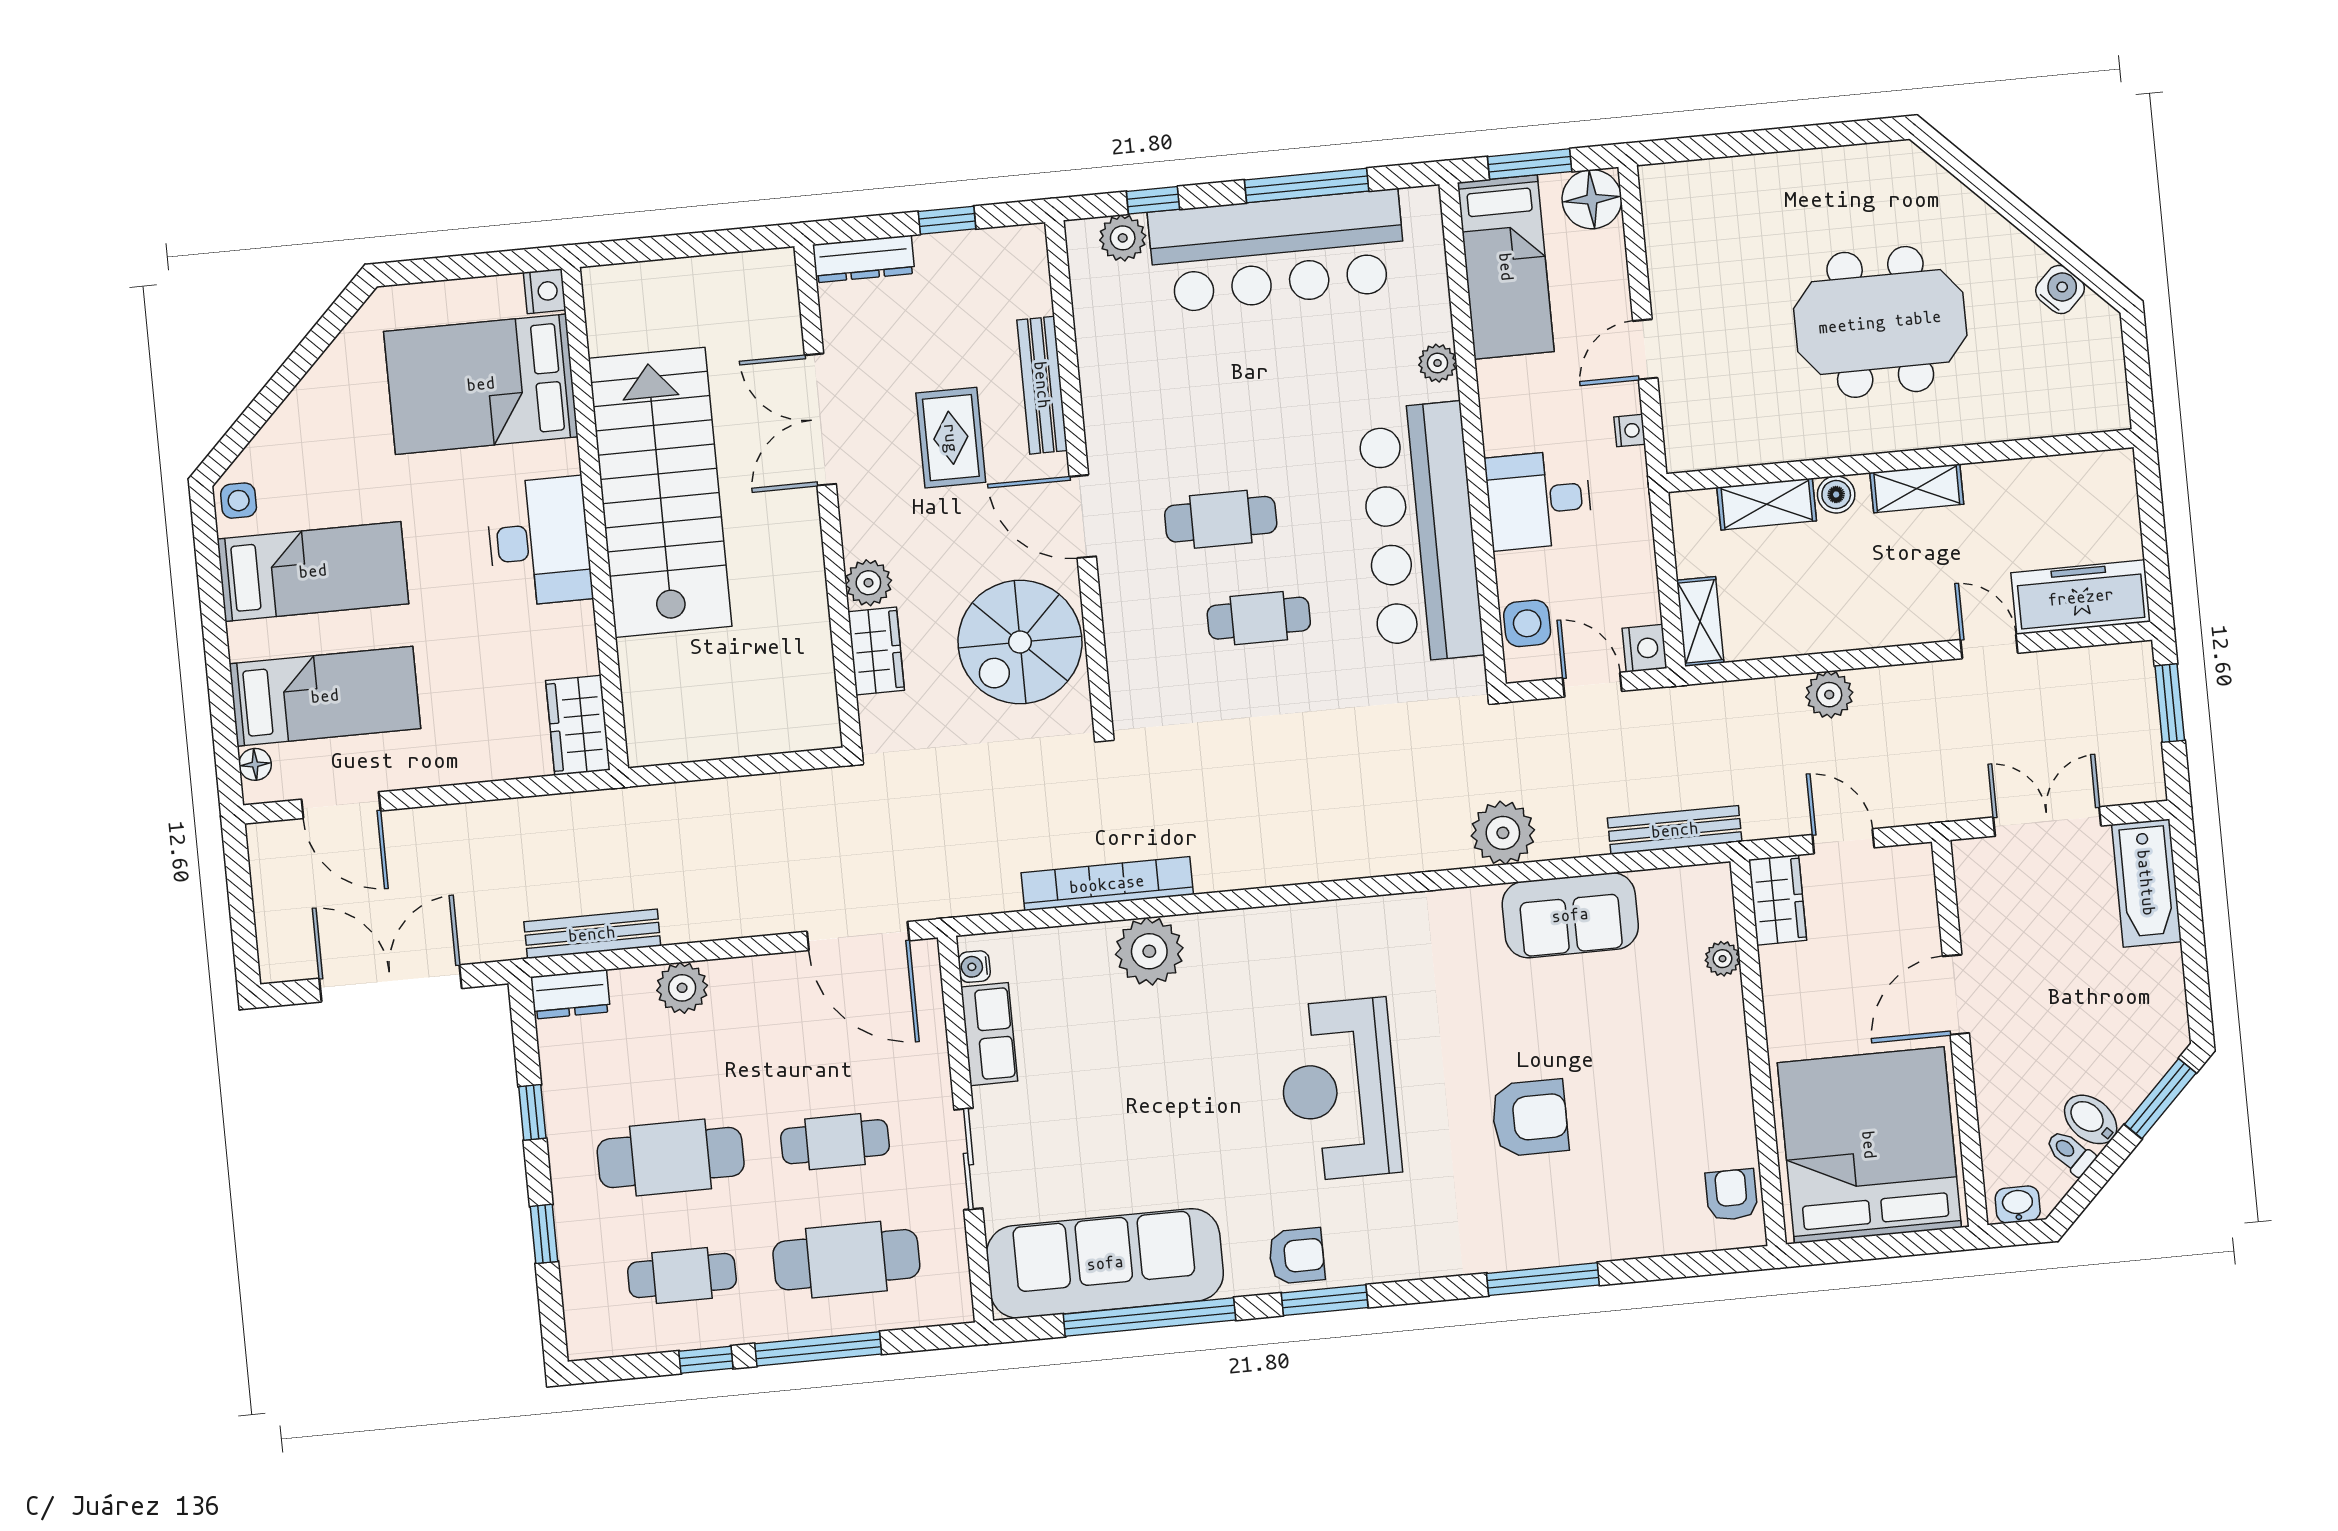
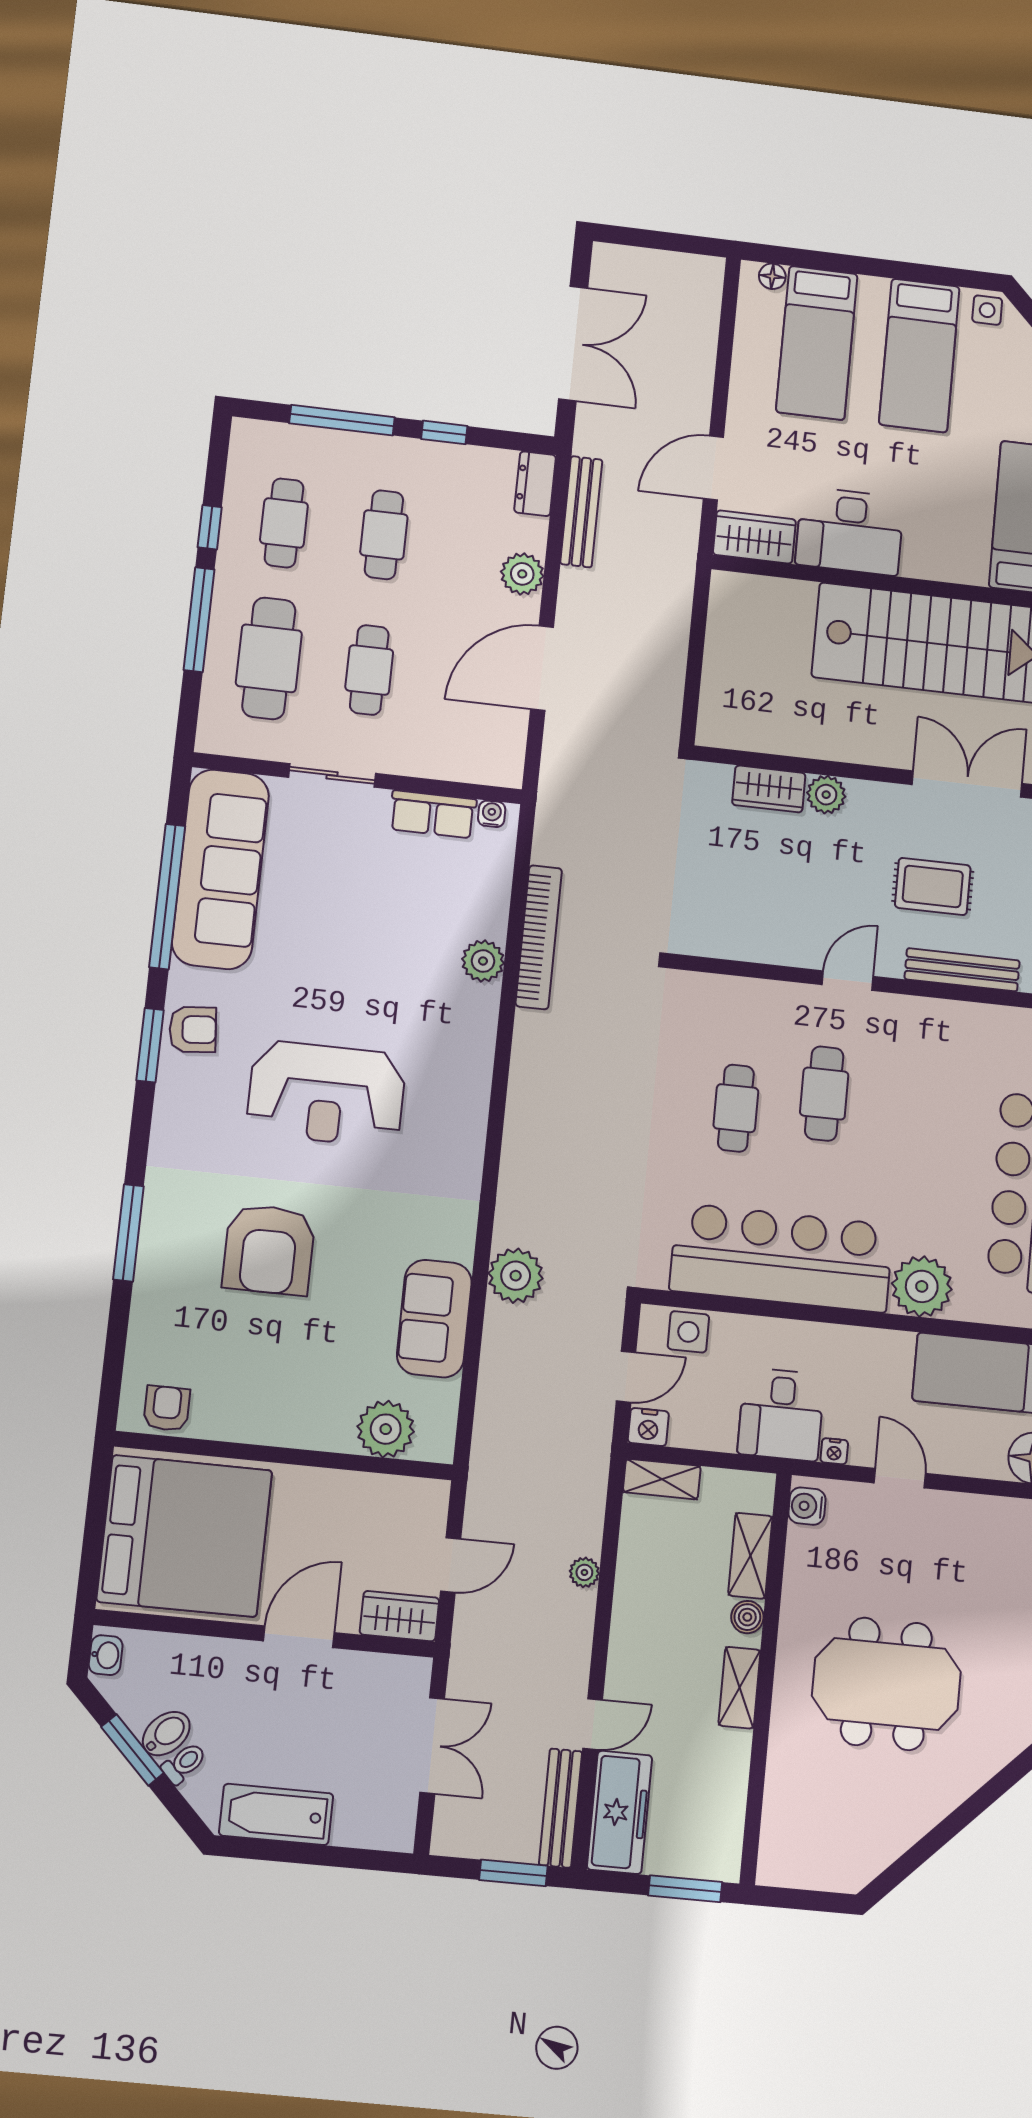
water cooler: (2060, 290) -> (807, 1506), moved, turned 135
meeting table: (1880, 322) -> (886, 1684), turned 90
plant: (1438, 363) -> (922, 1286), width x1.88, depth x1.88
desk: (1539, 500) -> (781, 1414), moved, turned 180
window: (2151, 507) -> (685, 1889), added
door: (1083, 517) -> (848, 981), width x0.73
desk: (539, 541) -> (850, 531), moved
spiral stairs: (1020, 642) -> (754, 908), removed
plant: (1829, 695) -> (584, 1572), width x0.73, depth x0.73
door: (341, 805) -> (713, 468), moved
bench: (1675, 830) -> (561, 1808), moved
bathtub: (2146, 883) -> (276, 1814), moved
wardrobe: (1778, 900) -> (399, 1616), moved, turned 180
door: (858, 936) -> (542, 668), moved
plant: (1149, 951) -> (483, 961), width x0.73, depth x0.73
plant: (1722, 959) -> (386, 1429), width x1.88, depth x1.88
door: (1956, 995) -> (299, 1637), hinge flipped
reception desk: (1339, 1090) -> (326, 1094), turned 180
window: (2160, 1099) -> (132, 1750), moved
armchair: (1530, 1118) -> (269, 1250), width x1.36, depth x1.36
toilet: (2070, 1153) -> (184, 1763), moved
cafe table: (671, 1157) -> (384, 535), width x0.73, depth x0.74
armchair: (1731, 1195) -> (167, 1408), turned -90
window: (544, 1234) -> (342, 420), width x2.17
armchair: (1297, 1256) -> (193, 1030), turned -95

